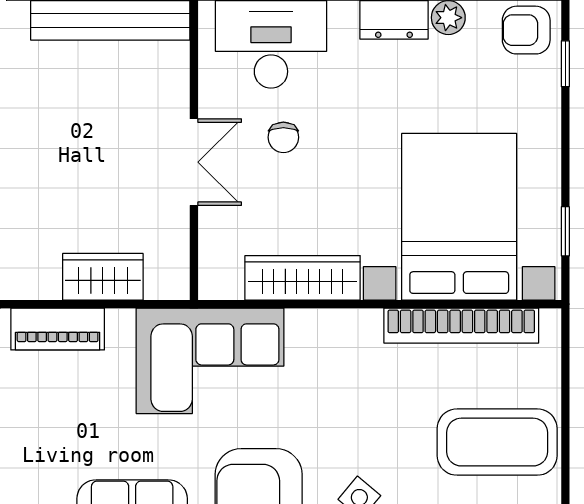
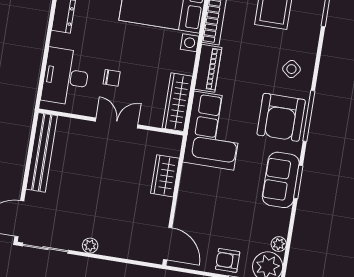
wardrobe: (303, 278) -> (177, 102), moved
piano: (58, 329) -> (208, 68), moved

